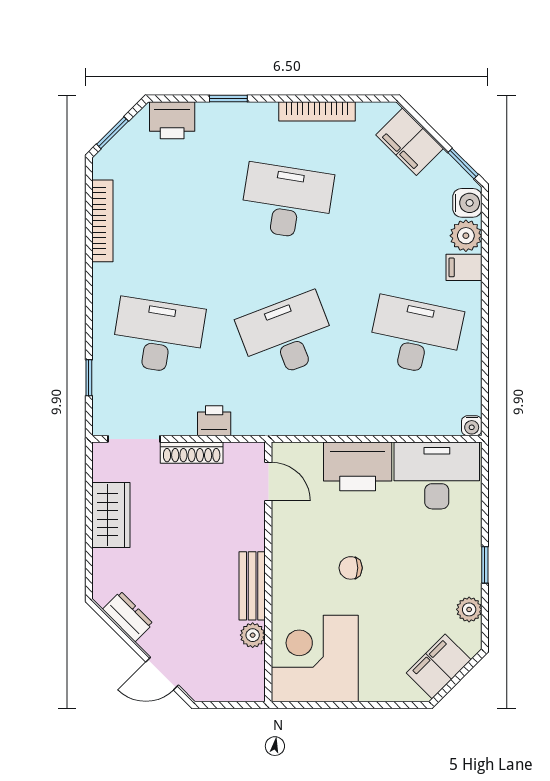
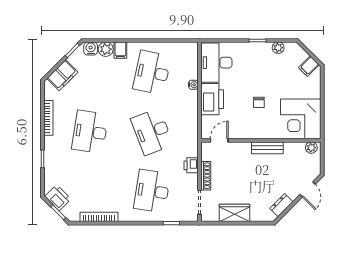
printer: (172, 120) -> (58, 198), moved, turned -45
water cooler: (472, 426) -> (193, 85), moved
plant: (253, 635) -> (311, 148), moved
filing cabinet: (439, 666) -> (309, 66), width x0.50

